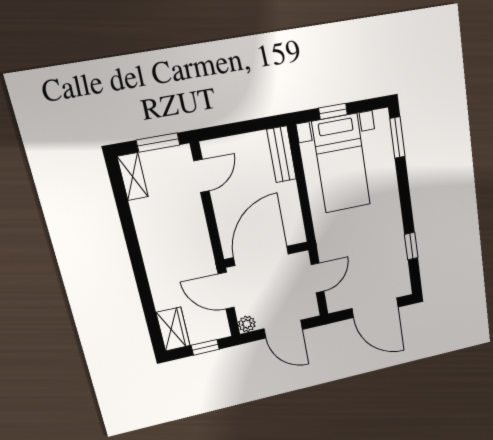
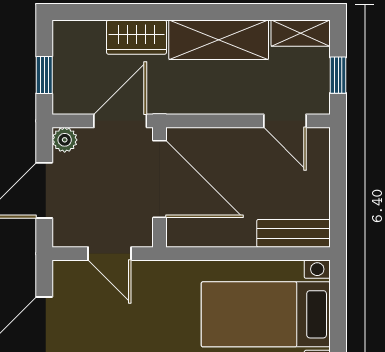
window: (333, 111) -> (338, 314), removed
window: (158, 142) -> (338, 75), width x0.67
shelving: (152, 236) -> (219, 40), added
wardrobe: (173, 329) -> (137, 37), moved

